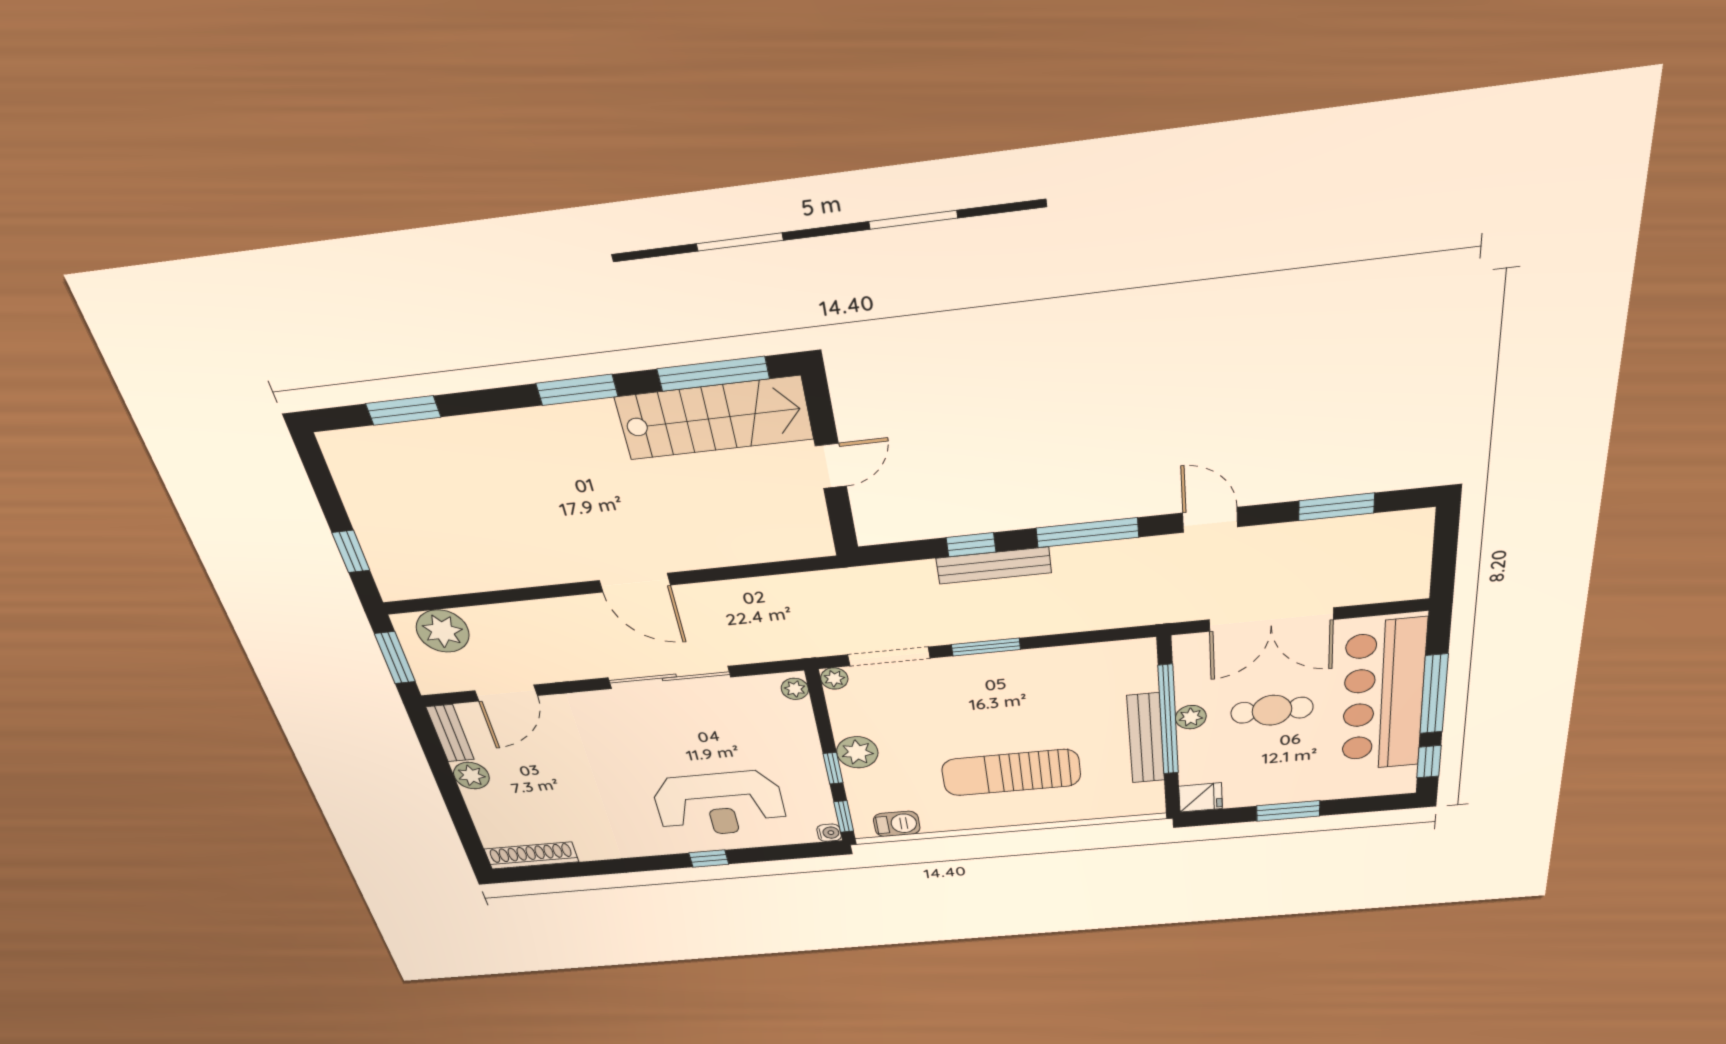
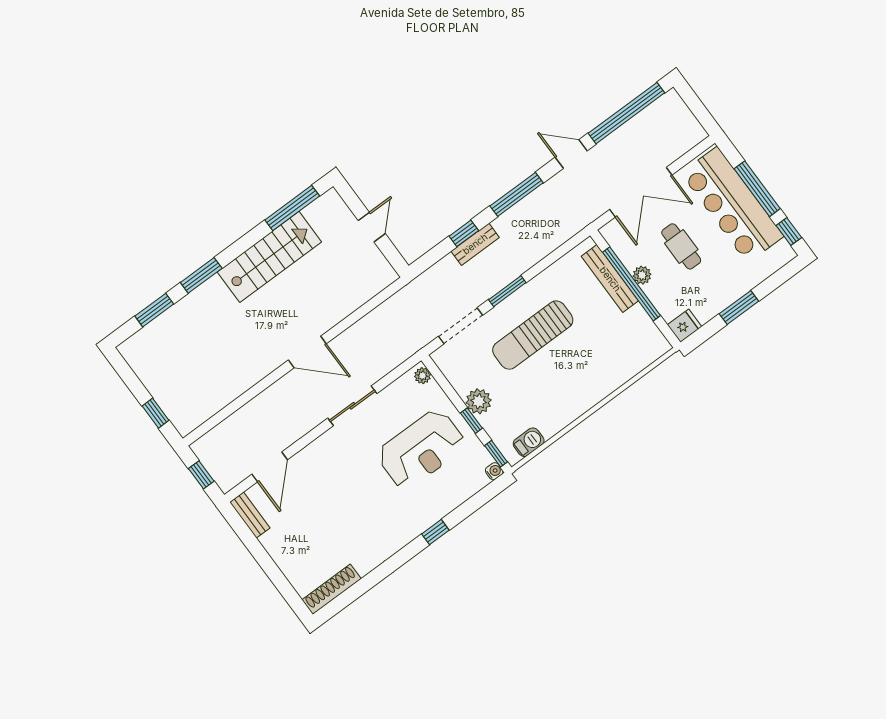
window: (577, 390) -> (201, 275), moved
stairs: (714, 418) -> (269, 257), moved
window: (1336, 507) -> (626, 113), width x2.11
bench: (994, 566) -> (475, 244), width x0.73
plant: (443, 631) -> (220, 441), removed
window: (395, 658) -> (201, 475), width x0.67
sliding door: (669, 677) -> (352, 406), width x0.73
plant: (834, 678) -> (440, 357), removed
cafe table: (1272, 710) -> (681, 246), turned 90
bench: (1146, 738) -> (610, 279), moved
sun lounger: (1011, 773) -> (533, 335), moved
plant: (471, 776) -> (273, 542), removed
reception desk: (719, 804) -> (421, 449), moved

